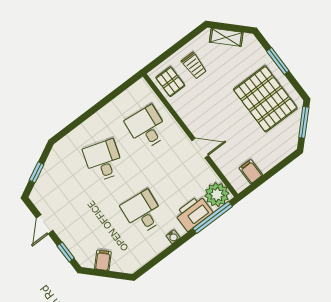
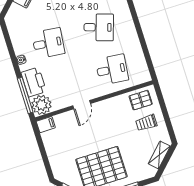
filing cabinet: (251, 172) -> (46, 125), moved

